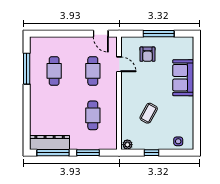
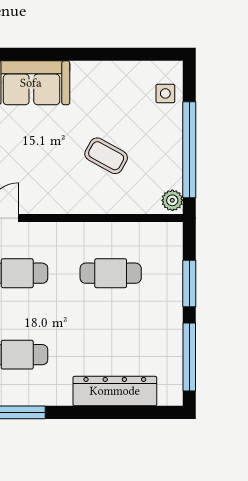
dresser: (50, 143) -> (115, 391), moved, turned 90
window: (151, 153) -> (189, 150), width x3.17

